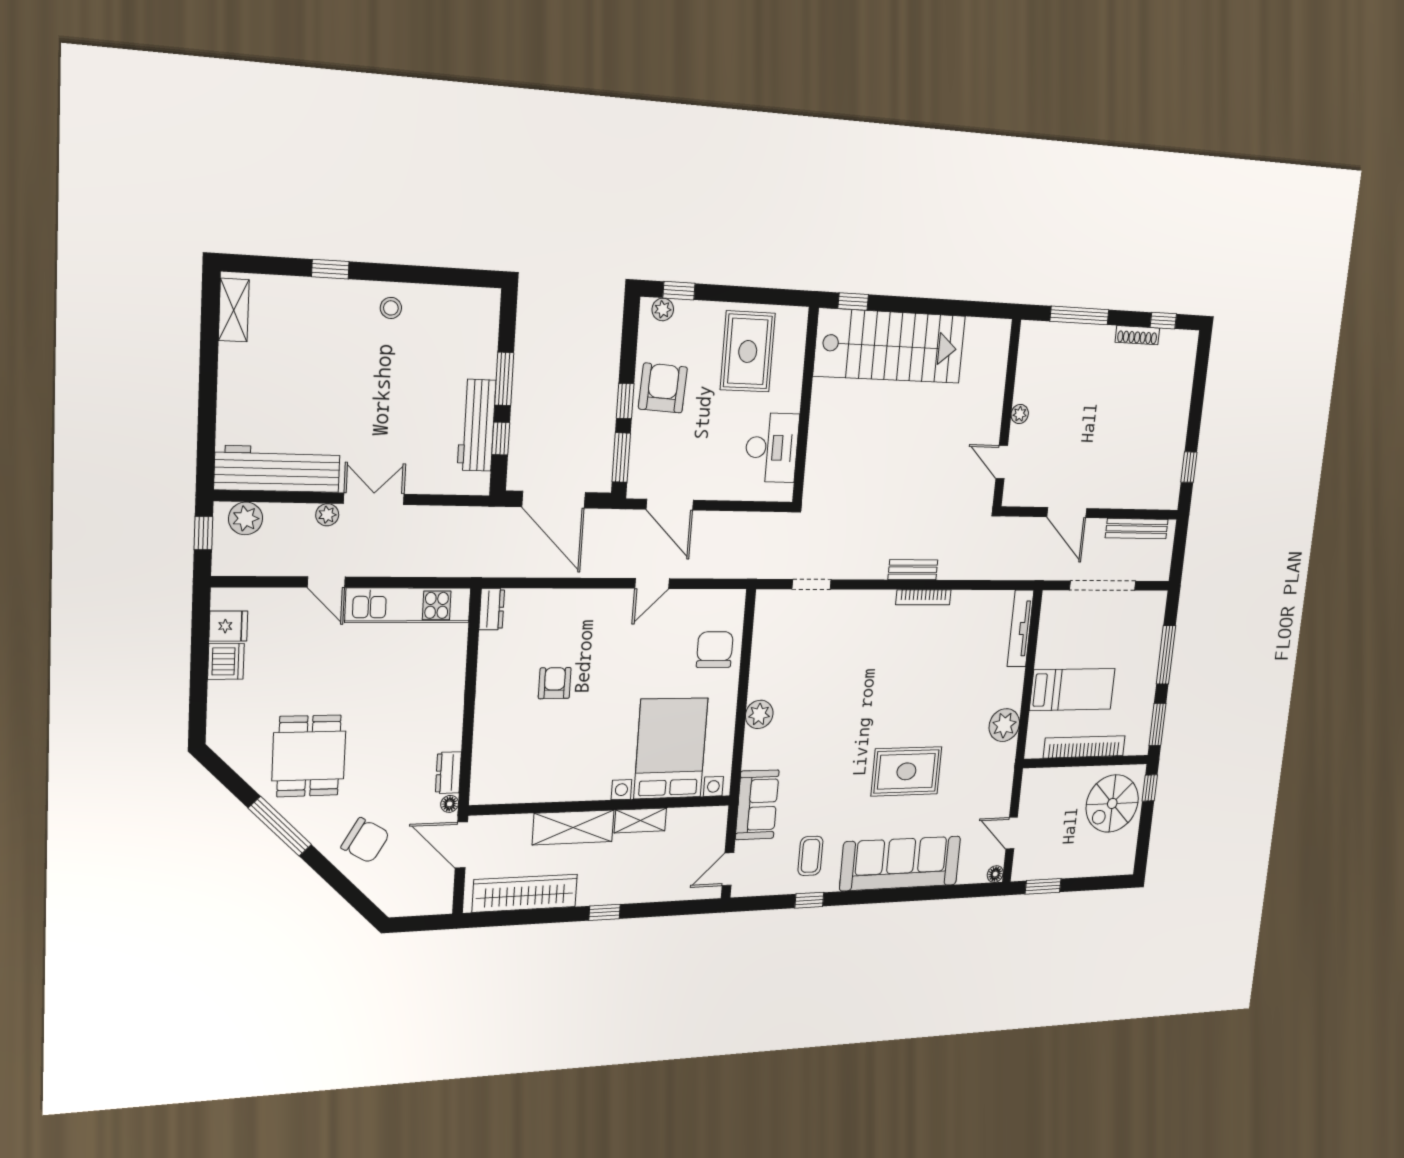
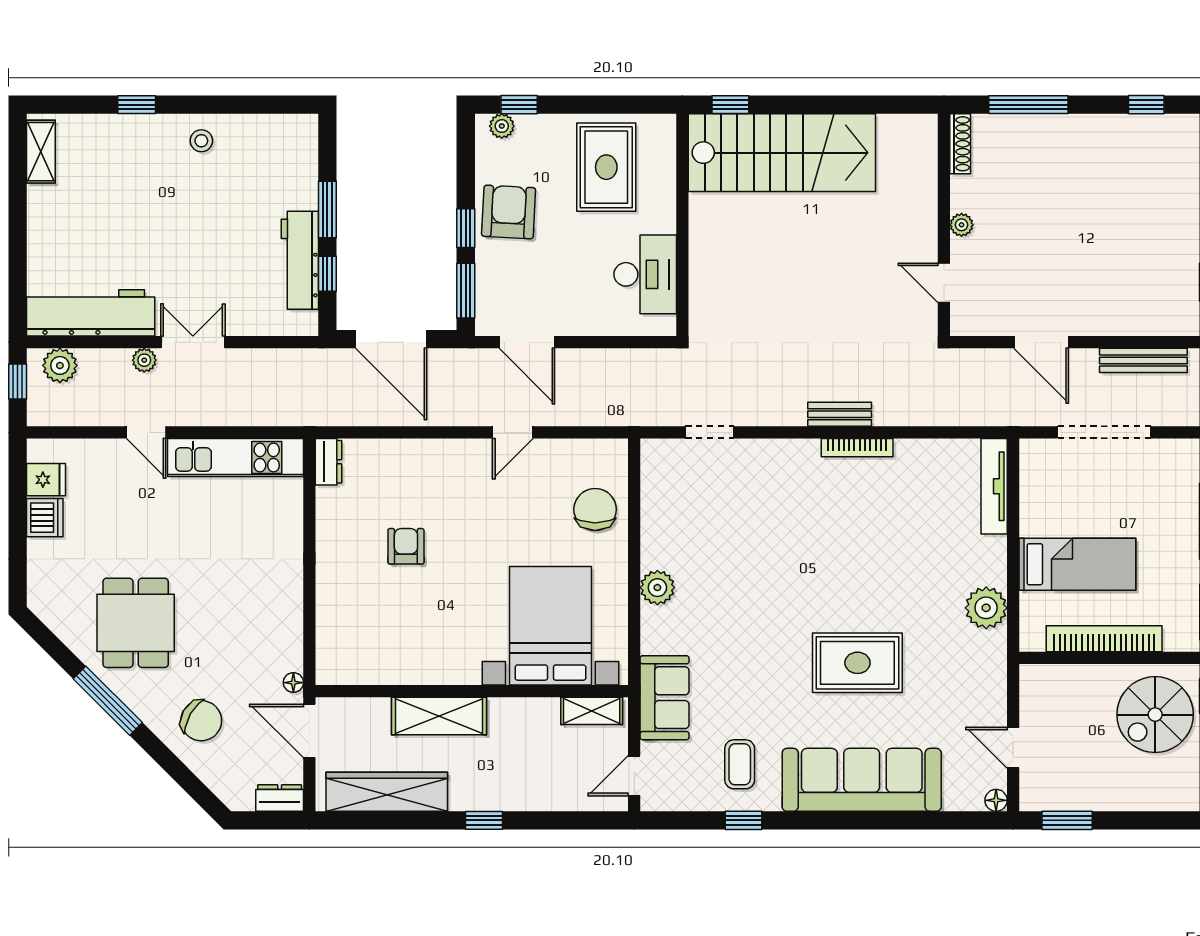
shoe rack: (1137, 335) -> (960, 144), moved, turned -90
dresser: (448, 773) -> (280, 798), moved, turned 90
shelving: (640, 820) -> (592, 711), moved

